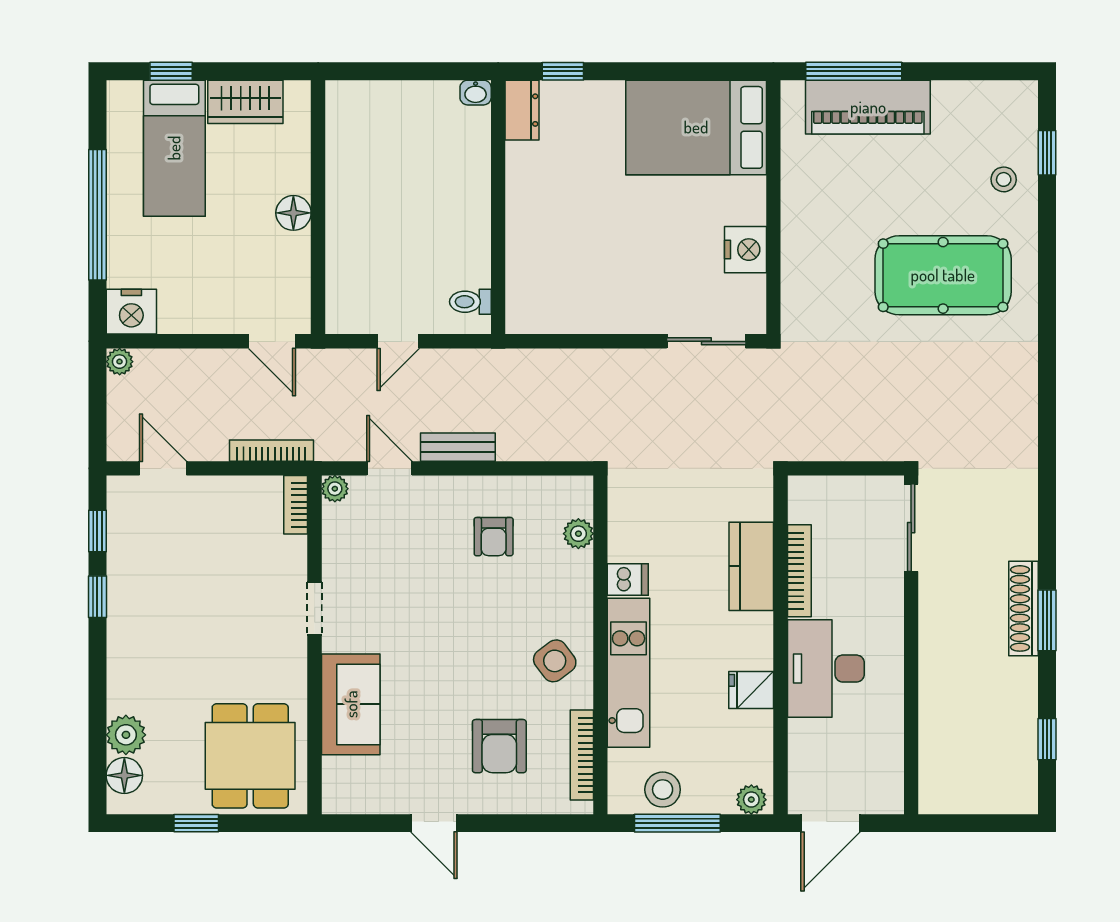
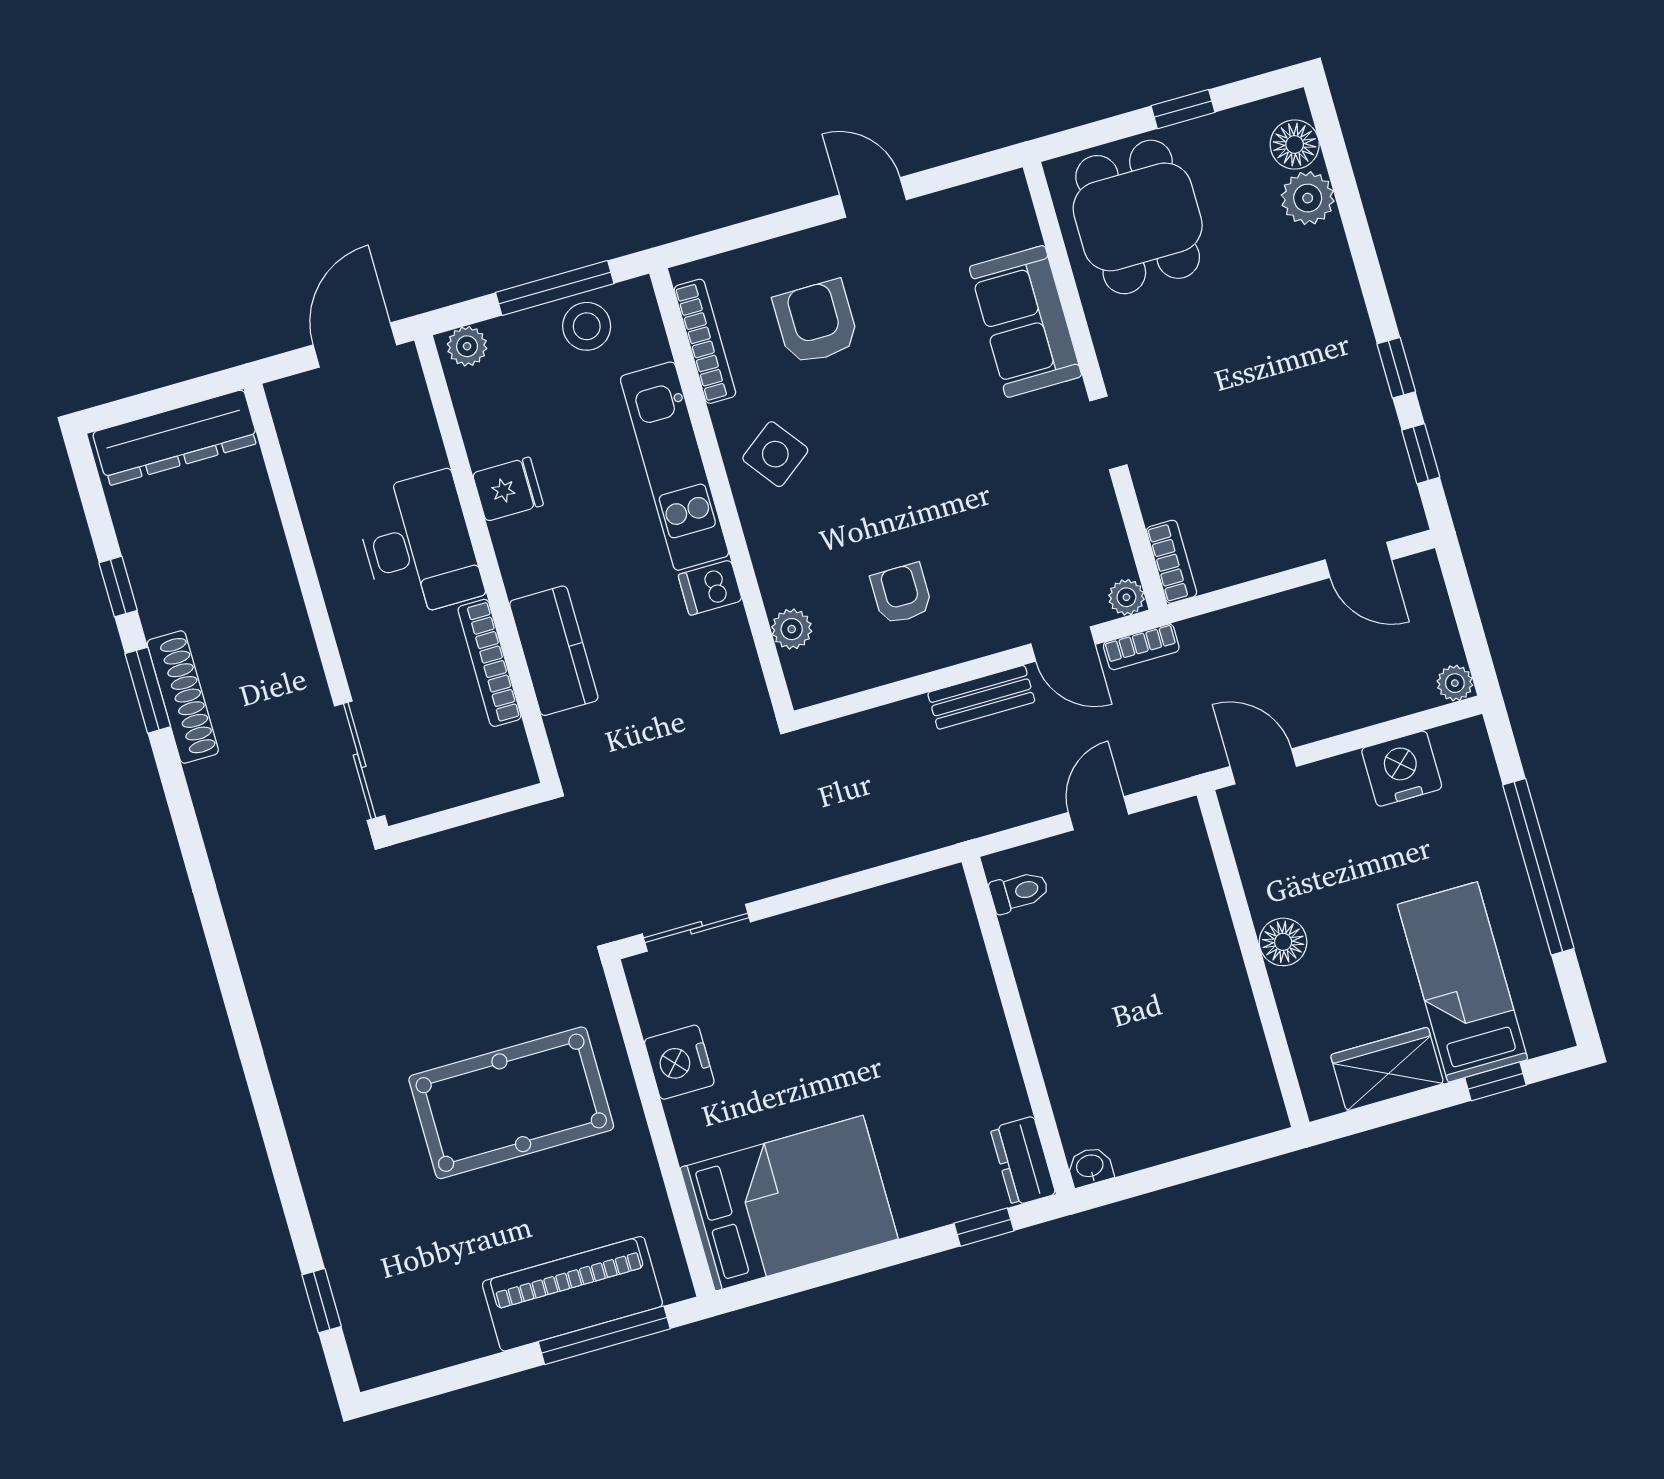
stool: (1004, 179) -> (368, 1250), removed
pool table: (943, 275) -> (511, 1103), moved
nightstand: (131, 312) -> (1402, 769), moved
bookcase: (271, 451) -> (1141, 647), moved, width x0.64
window: (1047, 739) -> (118, 587), moved
dresser: (976, 794) -> (176, 438), added

